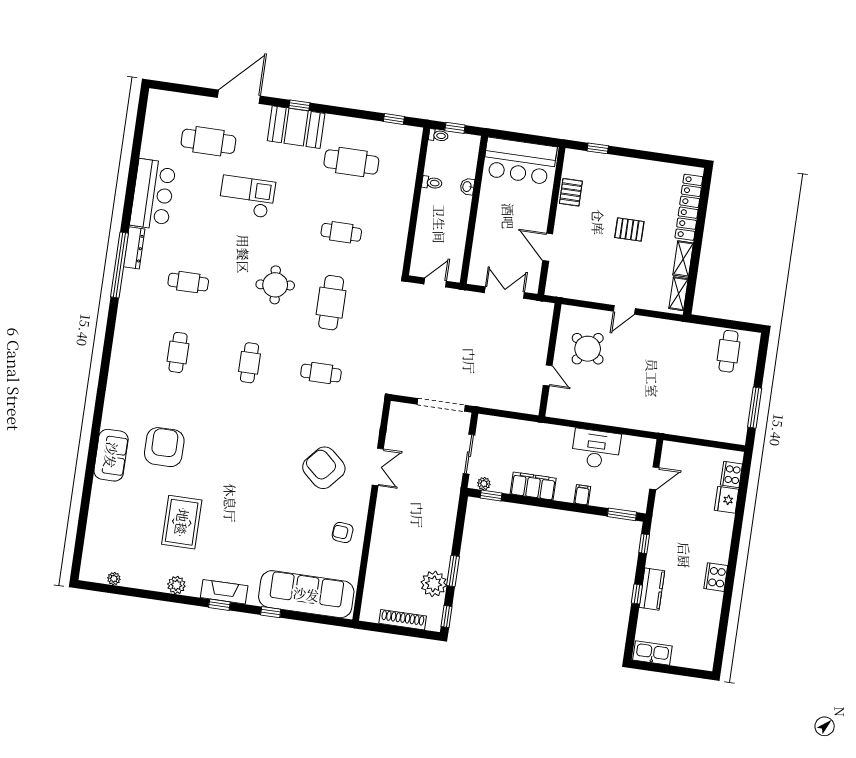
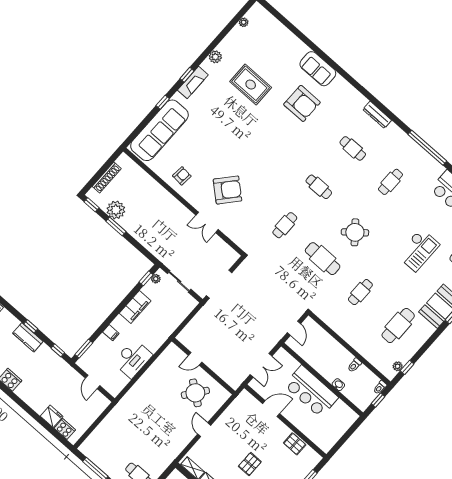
plant: (400, 131) -> (398, 366), added
bar counter: (520, 161) -> (311, 391), moved, turned -90
dresser: (134, 248) -> (377, 115), moved
round table: (275, 285) -> (355, 232), turned -33

